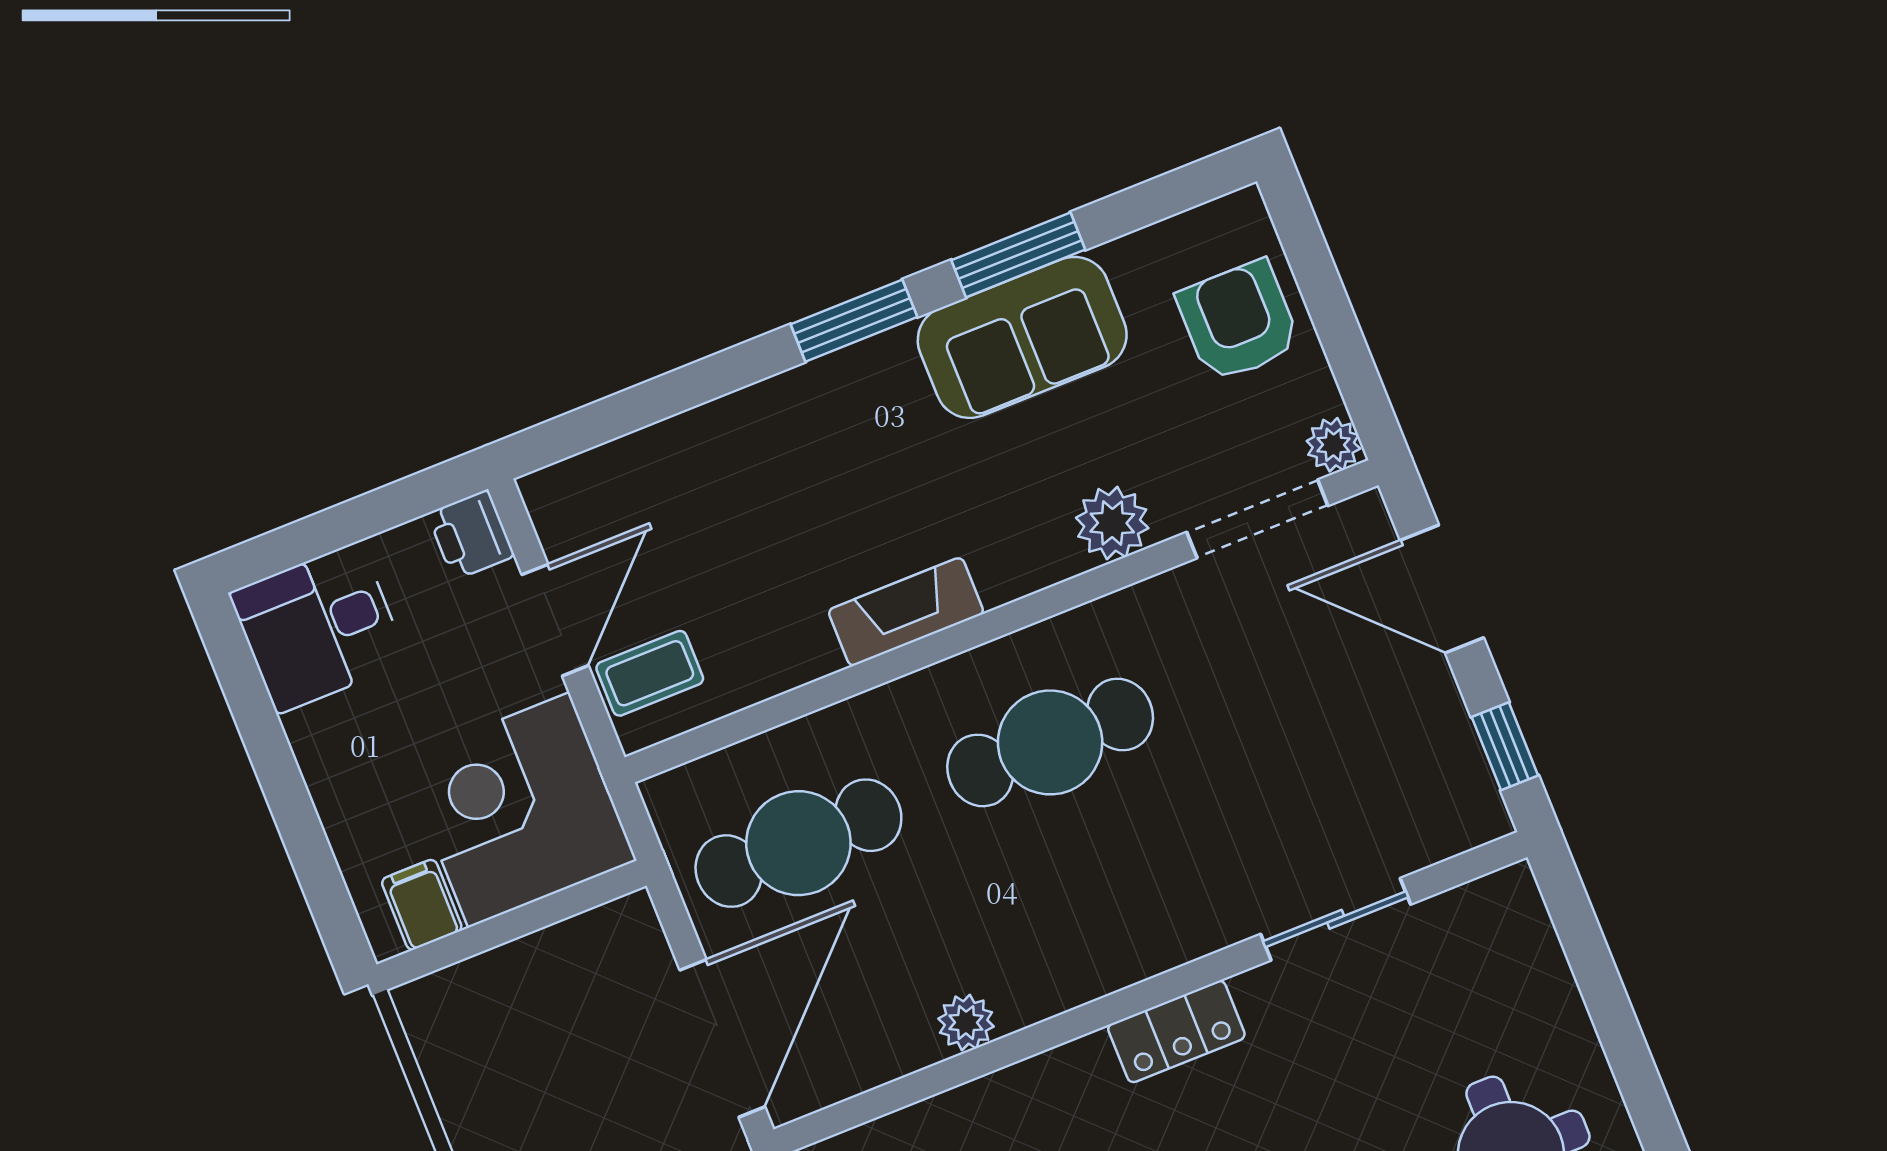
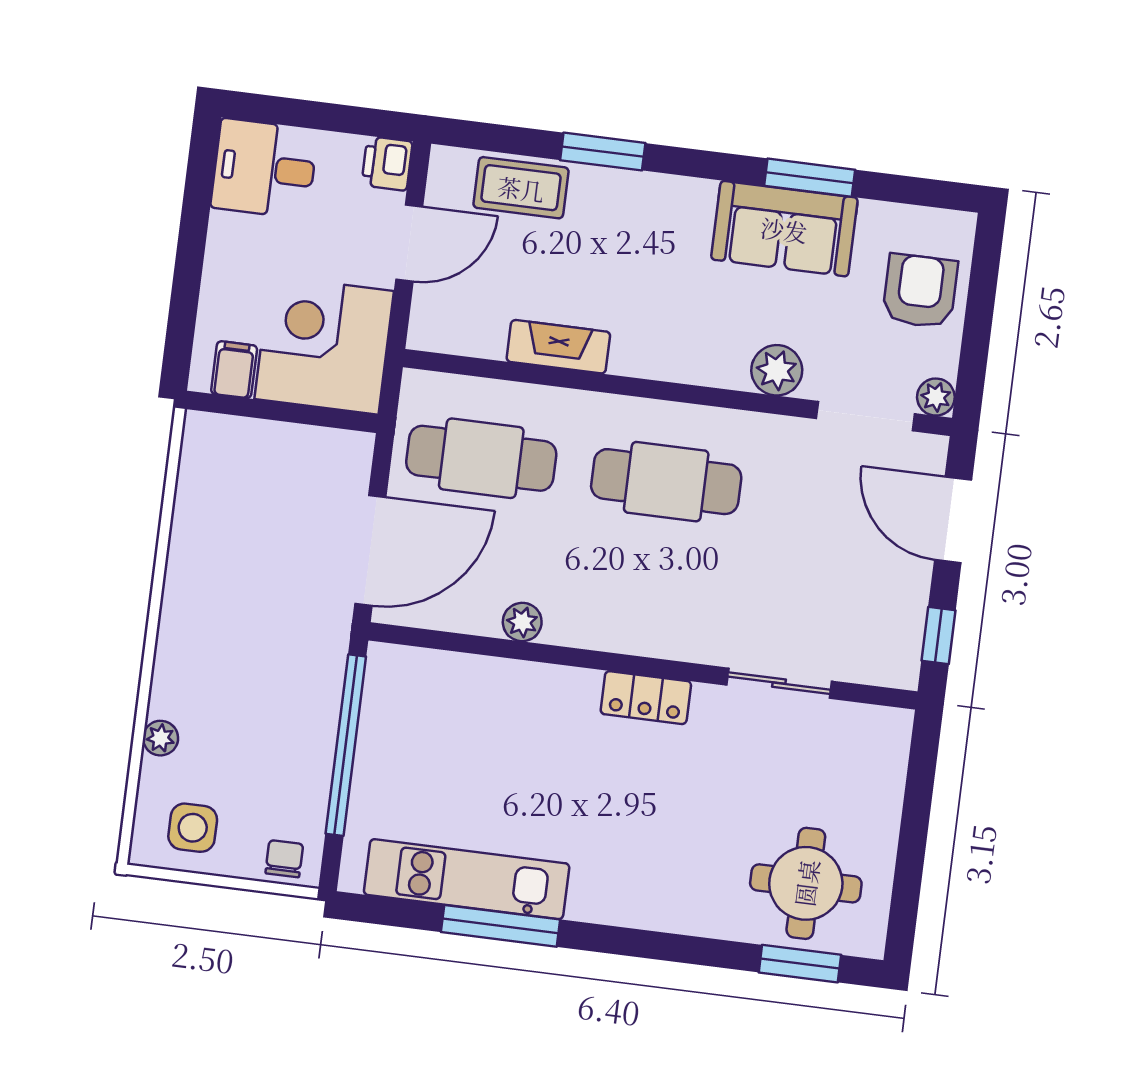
window: (854, 321) -> (603, 152), moved
fireplace: (906, 612) -> (558, 347), moved
coffee table: (650, 673) -> (521, 188), moved, width x1.36, depth x1.30

